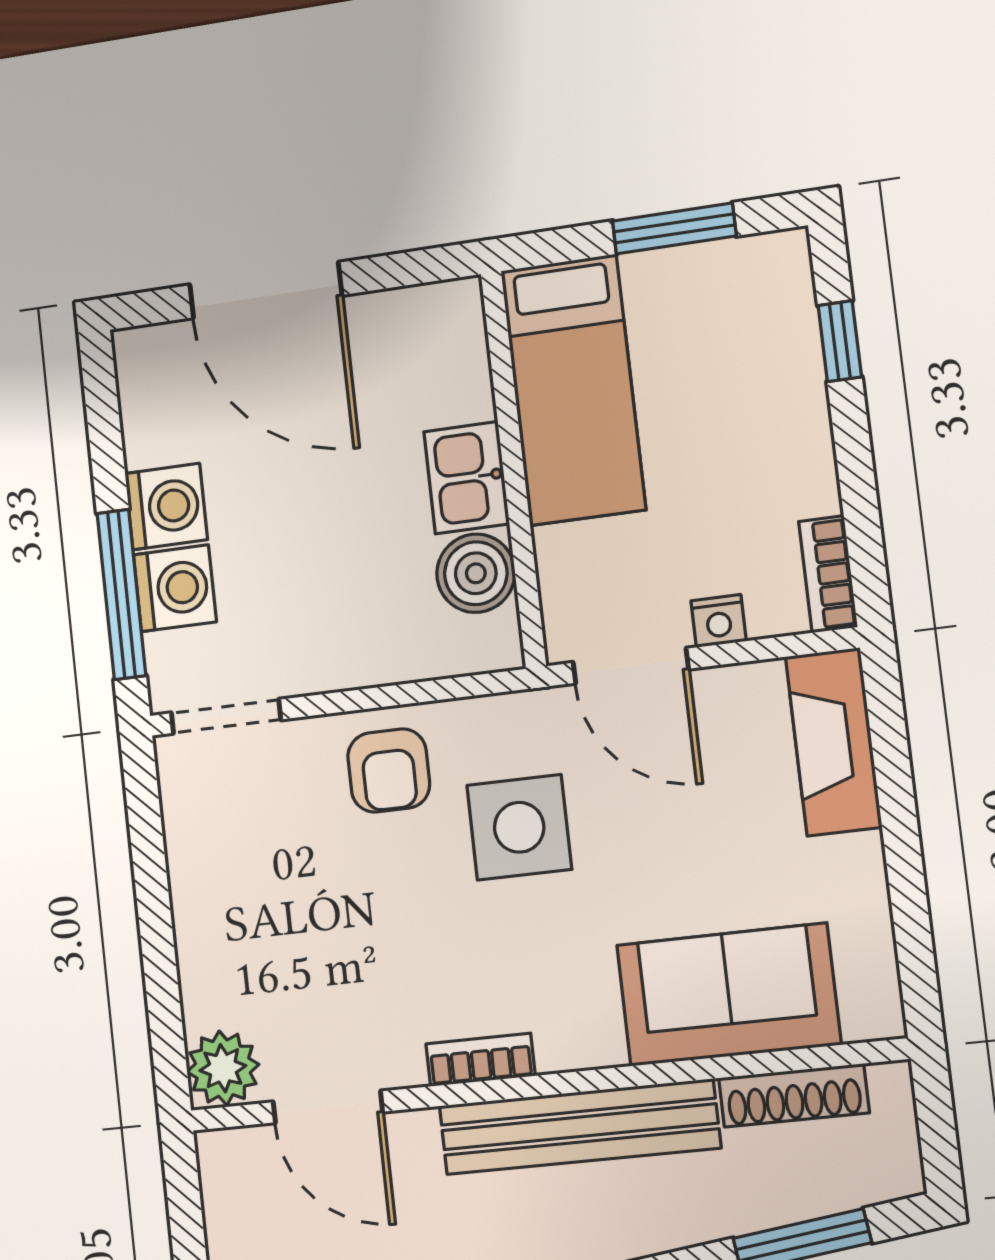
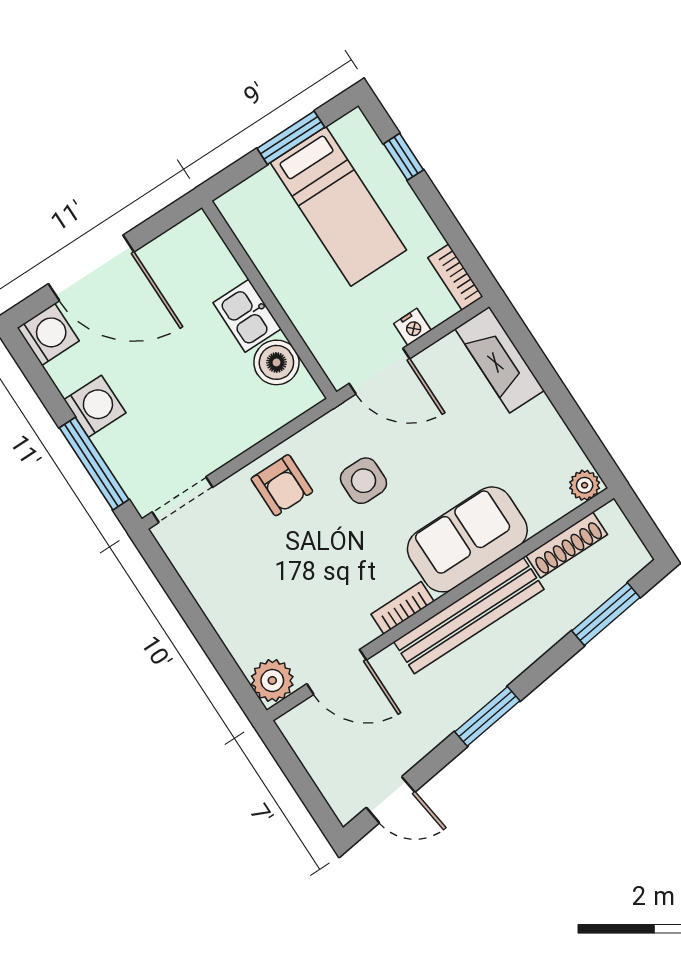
bed: (573, 390) -> (338, 206), moved
washing machine: (175, 588) -> (48, 334), moved
side table: (519, 827) -> (363, 481), width x0.73, depth x0.73
sofa: (728, 995) -> (467, 539), moved
plant: (872, 1014) -> (585, 485), added

